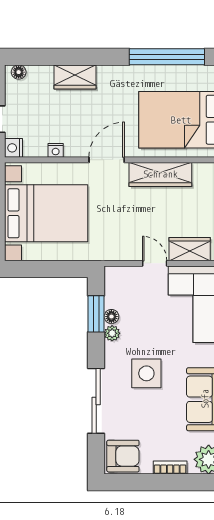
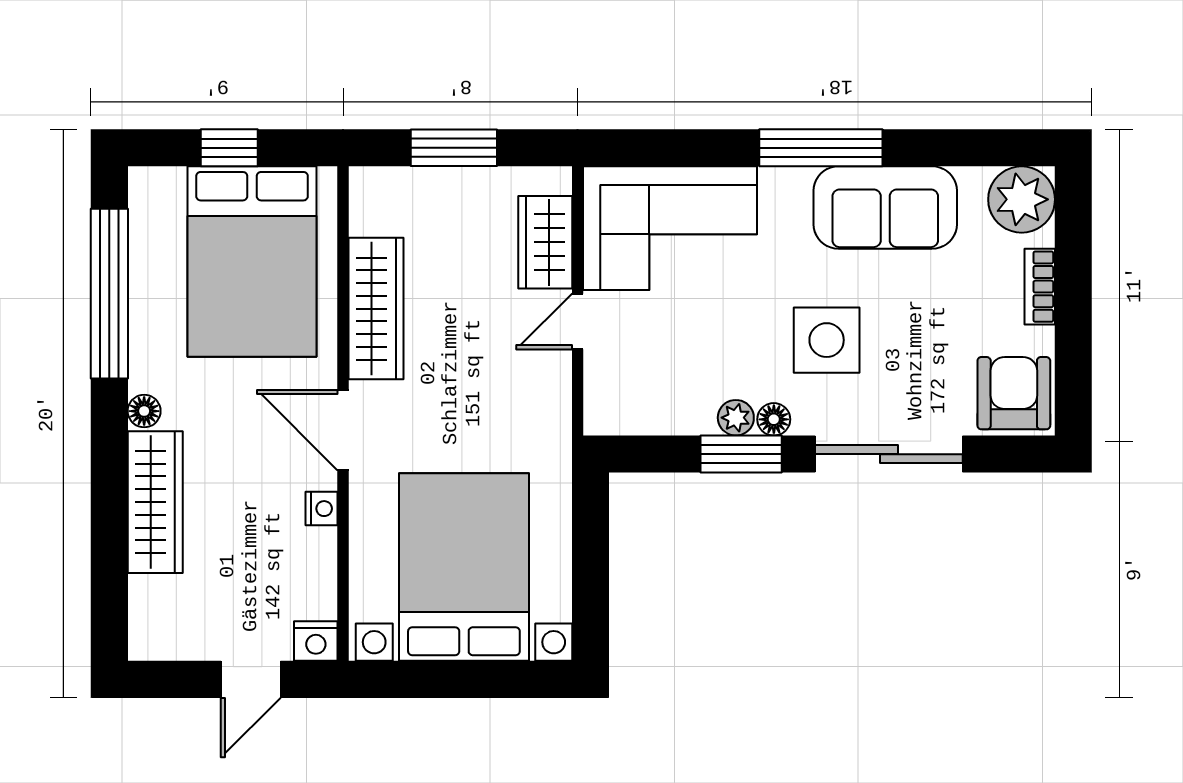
floor lamp: (19, 72) -> (144, 411), moved
wardrobe: (75, 77) -> (155, 502), width x1.50
nightstand: (56, 150) -> (322, 509), moved
window: (96, 314) -> (741, 454), moved
floor lamp: (111, 317) -> (774, 419), moved

